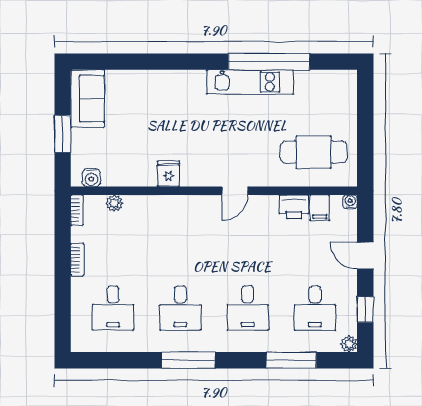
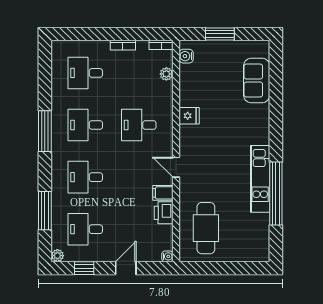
sofa: (88, 99) -> (257, 80), moved, turned 90
filing cabinet: (320, 208) -> (163, 193), moved
desk: (180, 239) -> (139, 125), added

